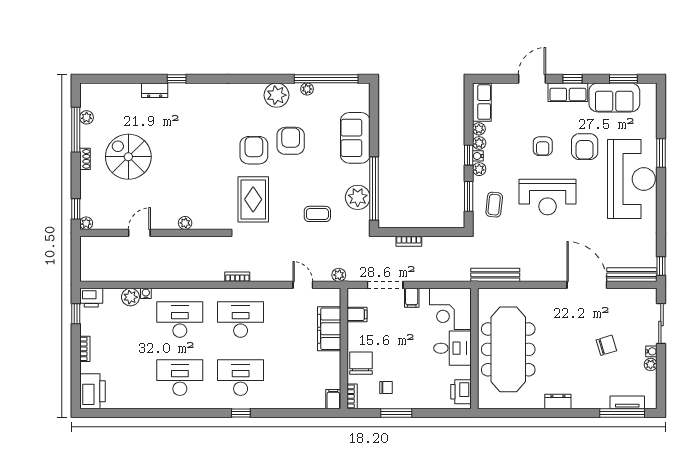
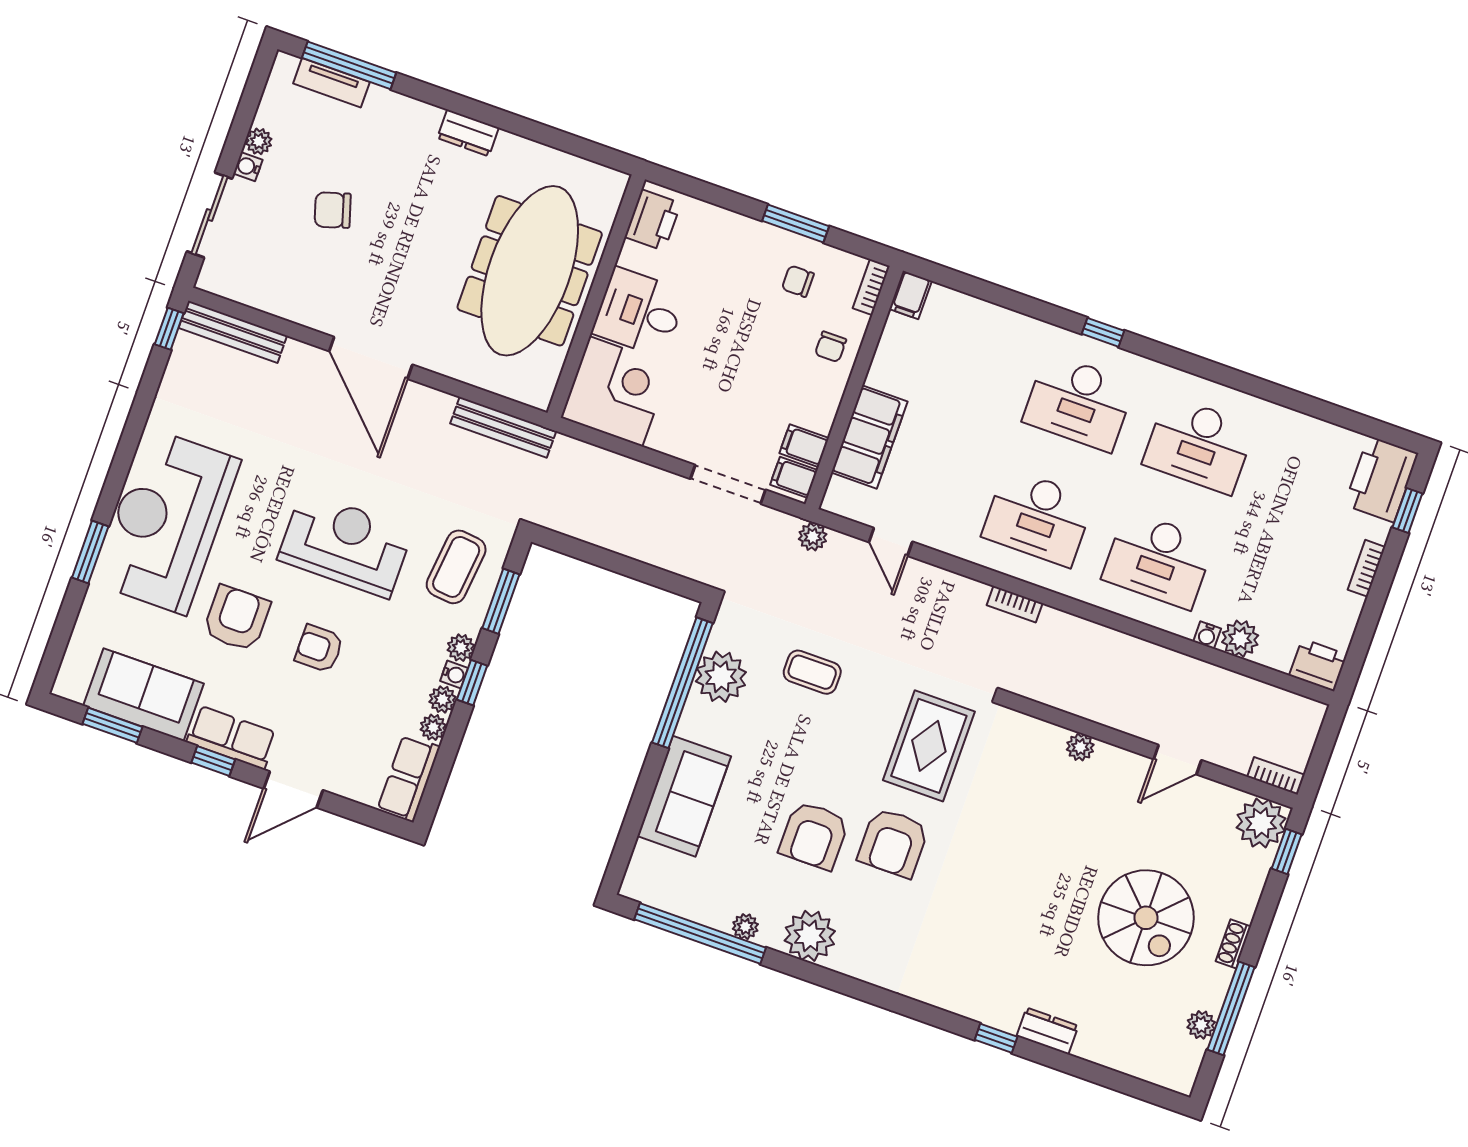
armchair: (543, 146) -> (319, 649), turned -90
coffee table: (494, 205) -> (456, 567), width x1.36, depth x1.30
plant: (86, 223) -> (1261, 823), width x1.87, depth x1.87
bookcase: (409, 241) -> (1276, 776), moved
door: (587, 285) -> (371, 358), moved
filing cabinet: (412, 298) -> (794, 477), moved, turned -90
window: (76, 314) -> (1407, 510), moved
chair: (361, 363) -> (831, 347), width x0.54, depth x0.54

